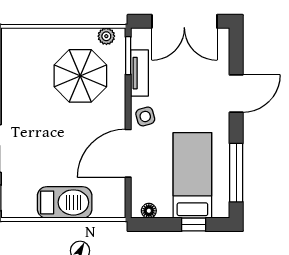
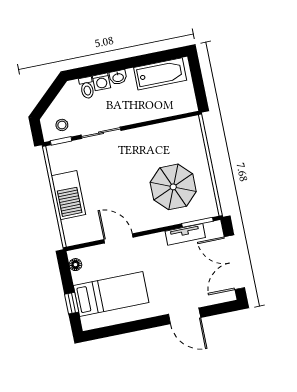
plant: (106, 36) -> (210, 202), removed
side table: (145, 116) -> (151, 246), removed
door: (128, 153) -> (119, 238), width x0.73
window: (236, 173) -> (121, 329), removed

